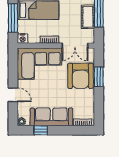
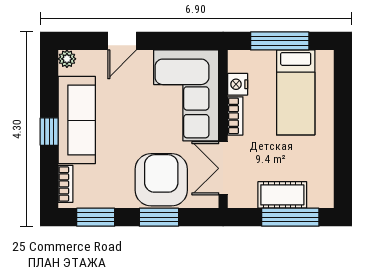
nightstand: (23, 39) -> (238, 84), moved
armchair: (81, 76) -> (161, 180), turned 90
window: (99, 108) -> (96, 217), added
window: (41, 130) -> (49, 132), moved

